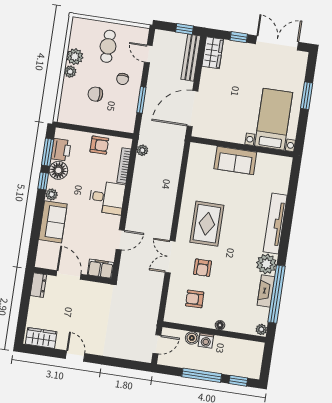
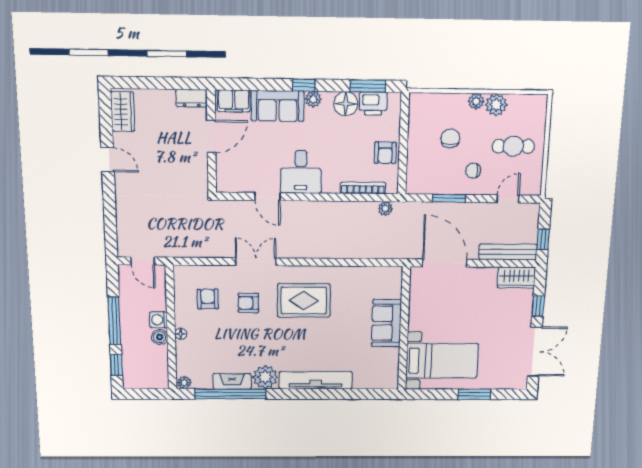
window: (43, 181) -> (304, 85), moved
desk: (107, 198) -> (301, 172), moved
filing cabinet: (101, 269) -> (234, 101), moved, turned 90
boiler: (192, 338) -> (160, 337), moved
door: (75, 356) -> (108, 160), hinge flipped

